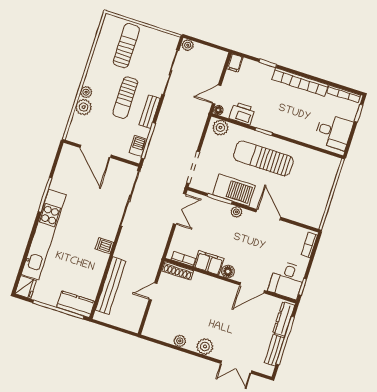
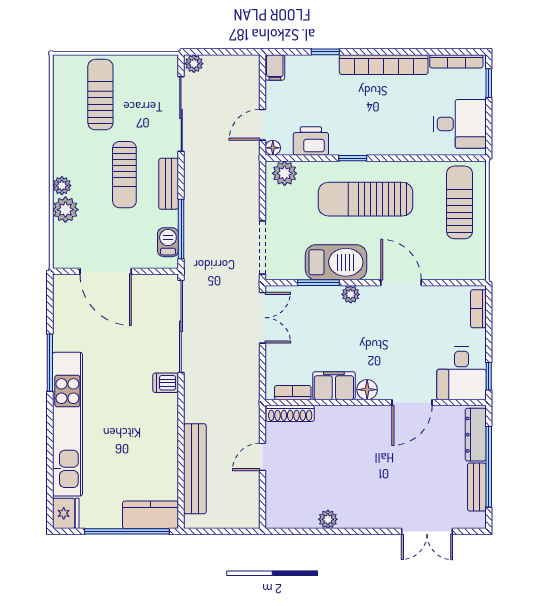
sun lounger: (319, 178) -> (460, 202), added
dishwasher: (104, 246) -> (166, 383), moved
plant: (205, 347) -> (369, 516), removed

